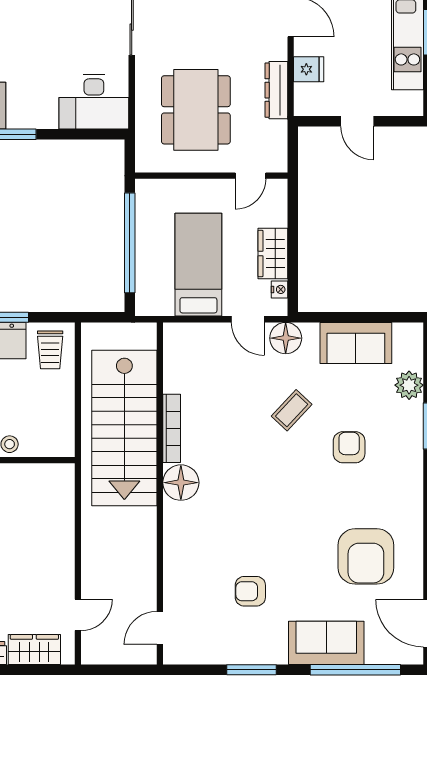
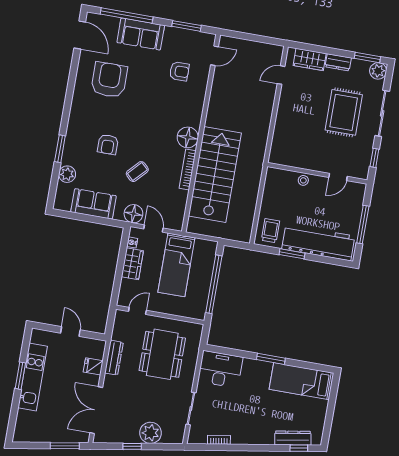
stairs: (124, 428) -> (215, 174), moved
bookcase: (172, 428) -> (188, 170), moved
floor lamp: (181, 483) -> (188, 137), moved
wall: (160, 493) -> (201, 133), moved
door: (160, 628) -> (214, 56), moved

